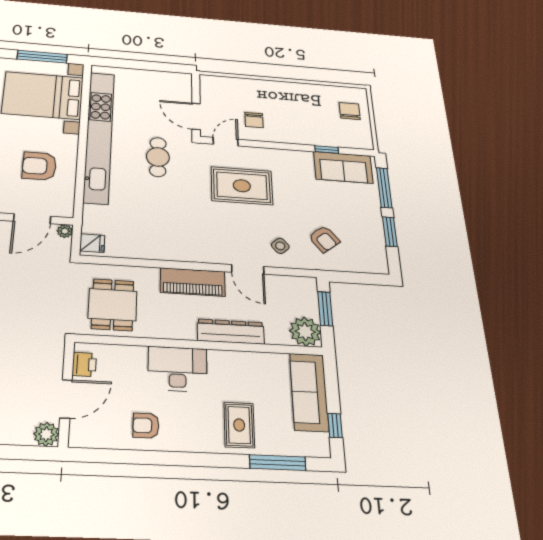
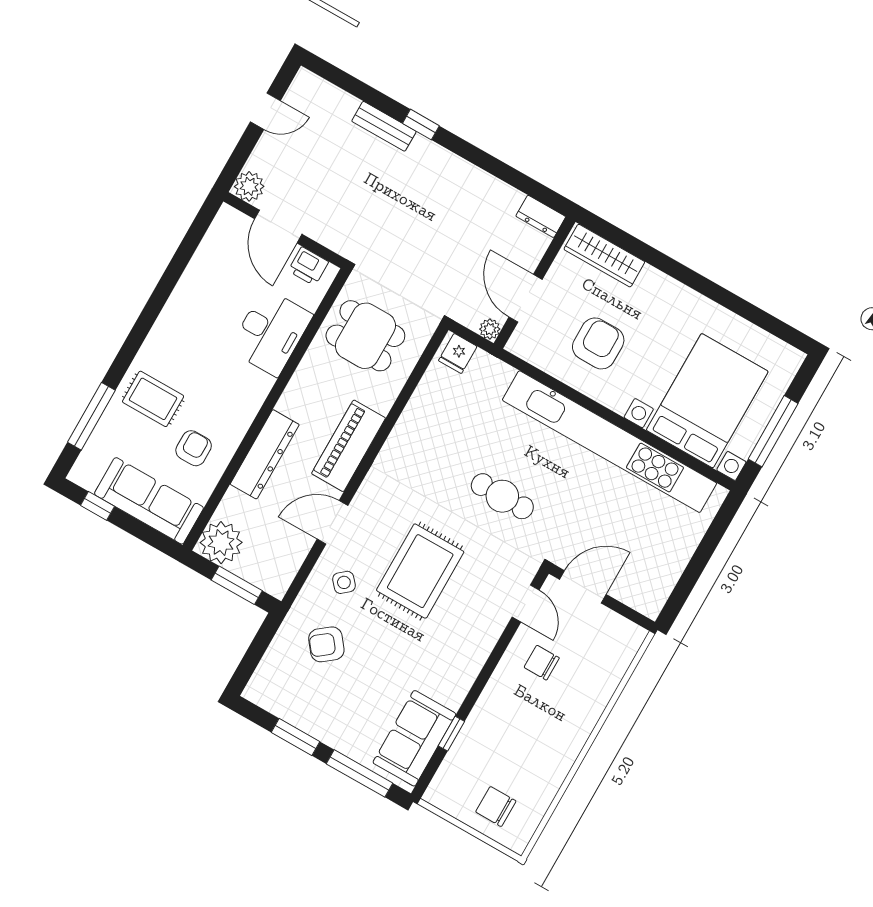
chair: (350, 111) -> (496, 807), turned 180
cafe table: (158, 157) -> (502, 496), moved
rug: (242, 186) -> (420, 571), moved
desk: (178, 369) -> (271, 332), moved
armchair: (146, 426) -> (194, 448), moved

